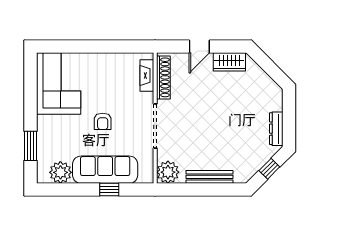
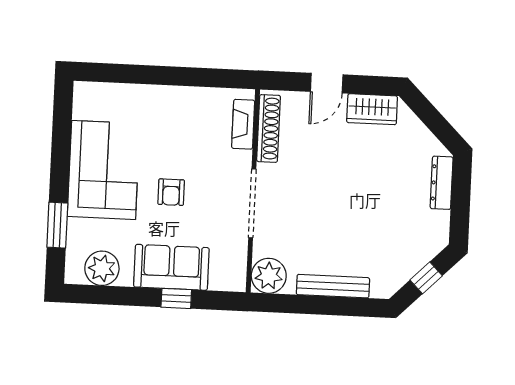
corner sofa: (59, 83) -> (104, 170), moved
dresser: (276, 129) -> (442, 183), moved
sofa: (105, 170) -> (171, 267), width x0.73

